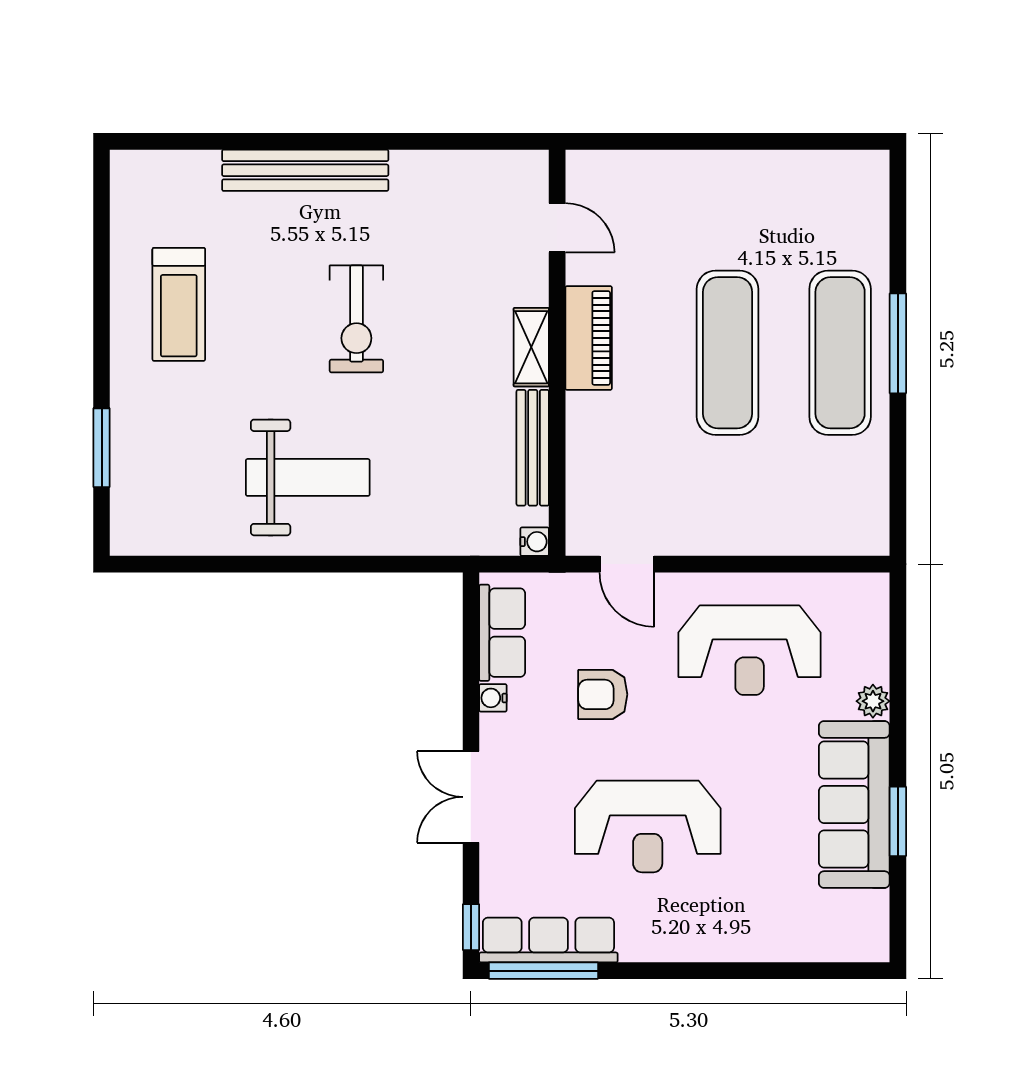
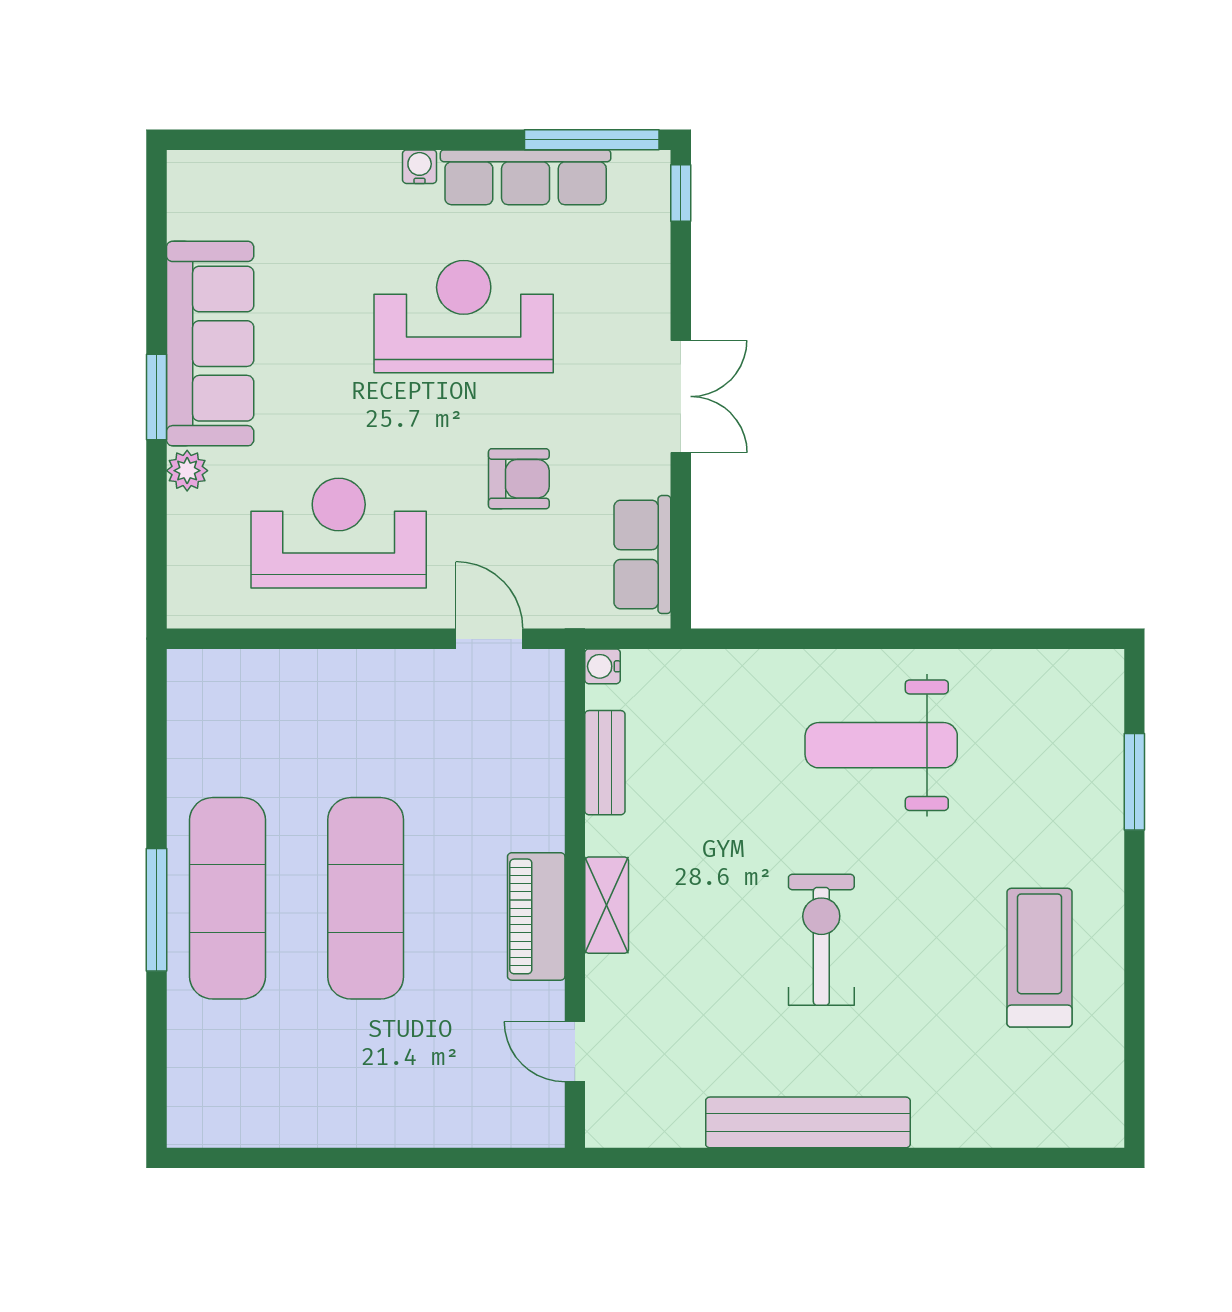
bench: (305, 170) -> (808, 1122), moved
bench: (533, 448) -> (605, 763), width x0.73
water cooler: (493, 698) -> (420, 167), moved, turned -90
double door: (471, 797) -> (681, 396), moved
window: (898, 821) -> (156, 397), moved
row of seats: (548, 940) -> (526, 177), moved

